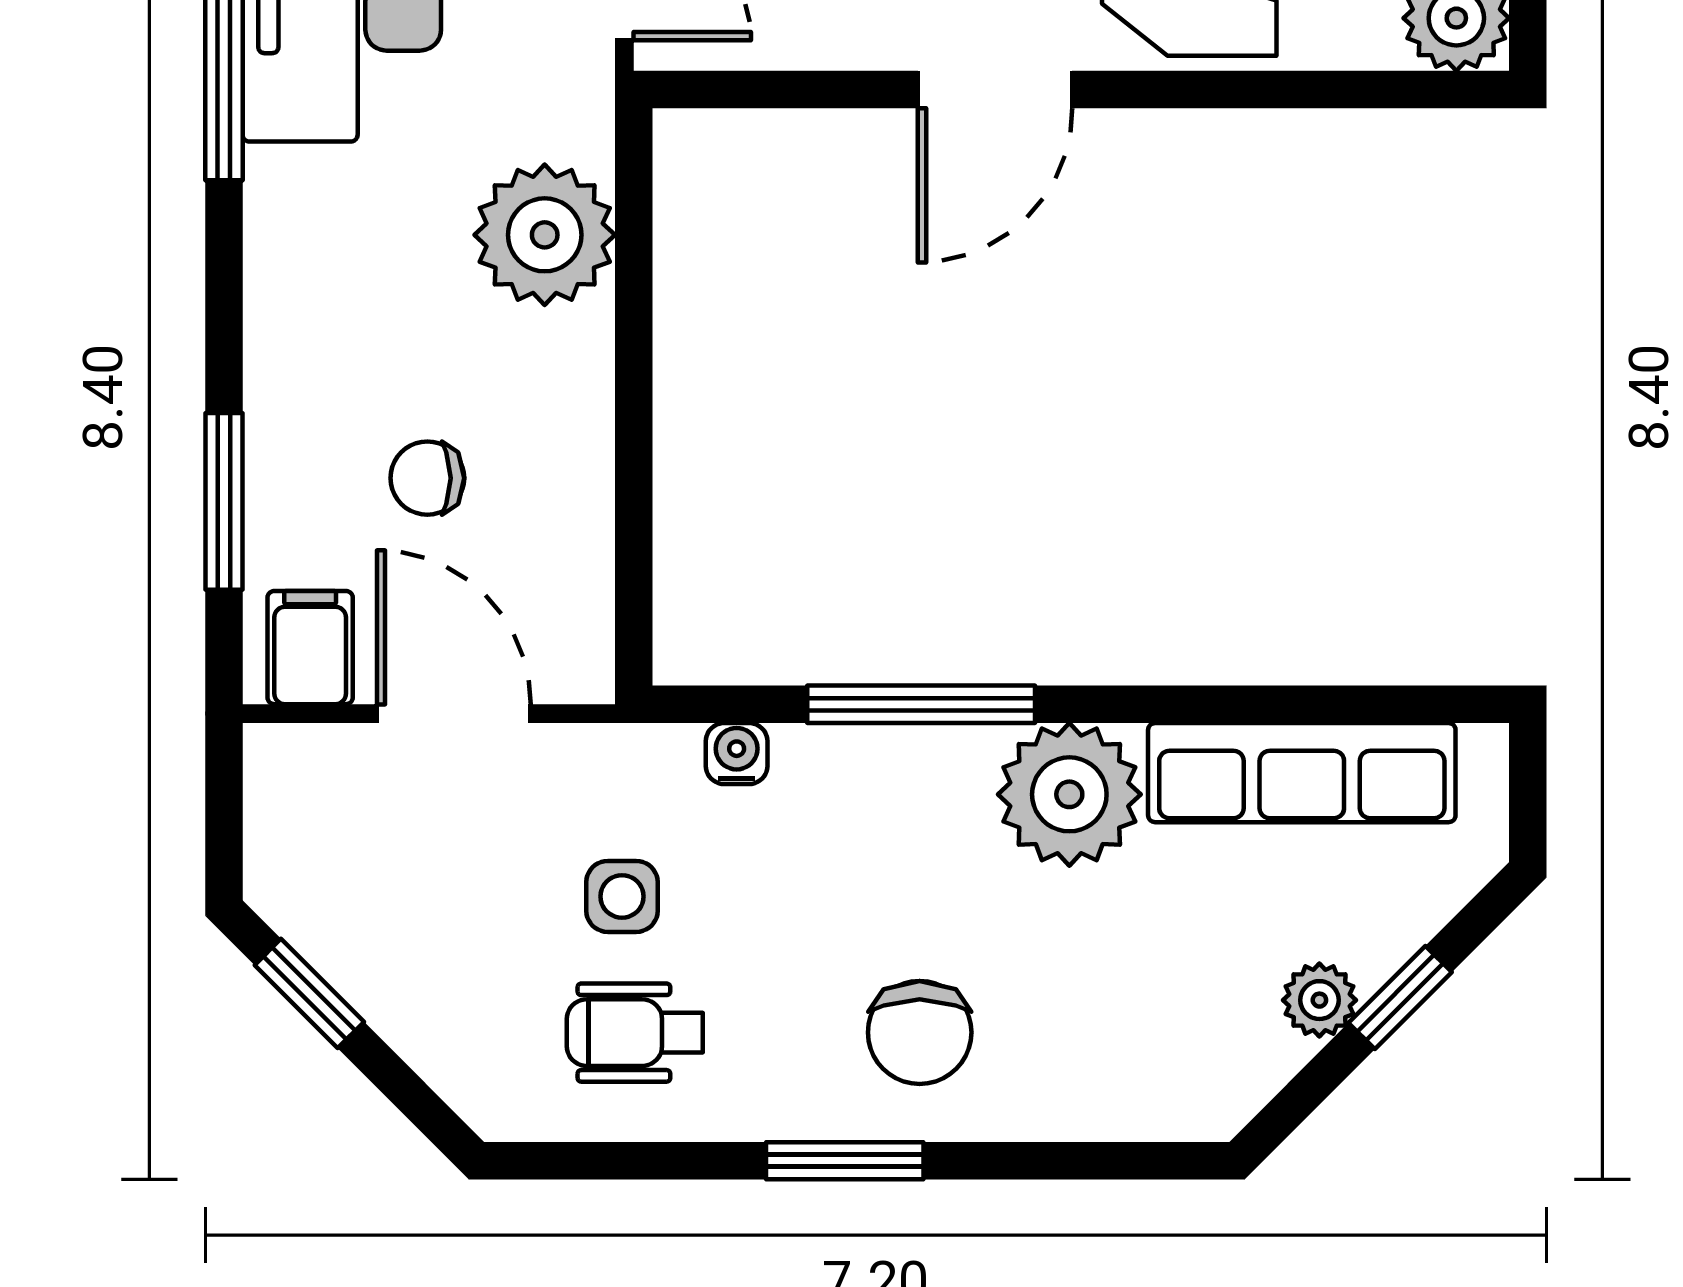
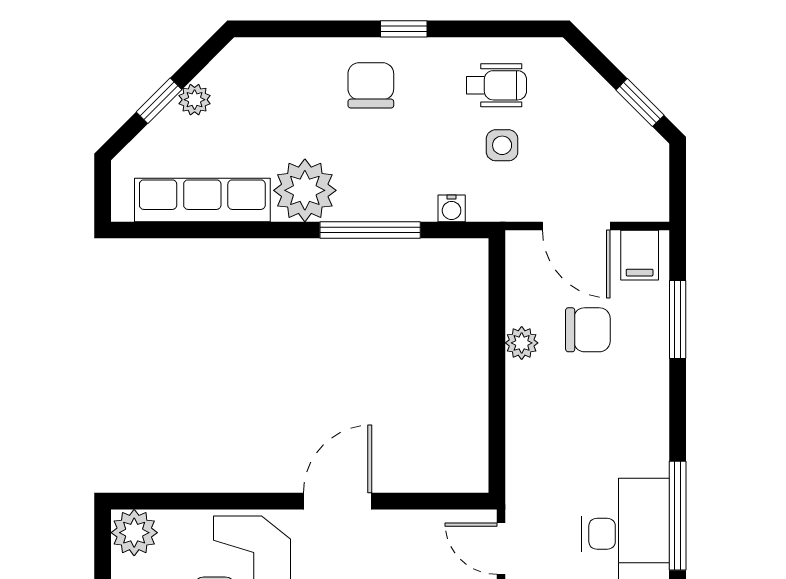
plant: (545, 235) -> (522, 343), moved, width x0.53, depth x0.53
chair: (427, 478) -> (588, 330), width x1.37, depth x1.37
window: (845, 1161) -> (404, 29), width x0.67

